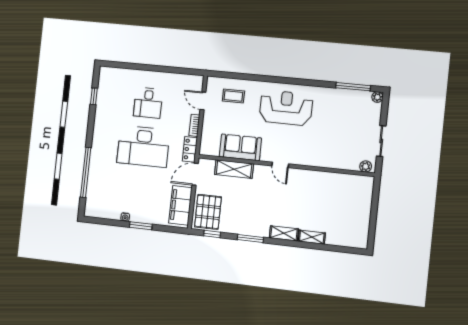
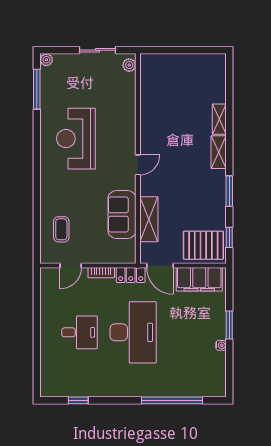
reception desk: (286, 108) -> (76, 139), moved

